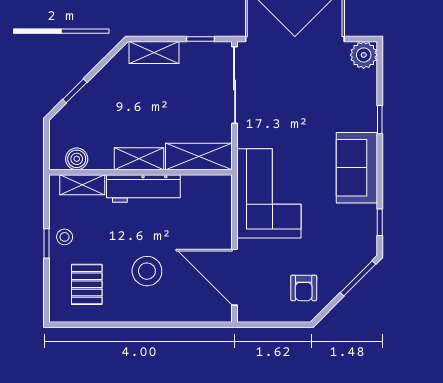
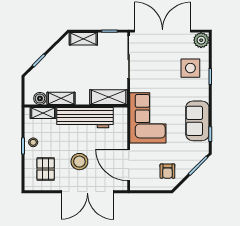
side table: (344, 105) -> (190, 68), added
shelving: (139, 159) -> (61, 98), moved
sofa: (357, 168) -> (197, 121), moved
workbench: (143, 188) -> (85, 118), width x1.36, depth x1.32
double door: (161, 325) -> (87, 192), added

